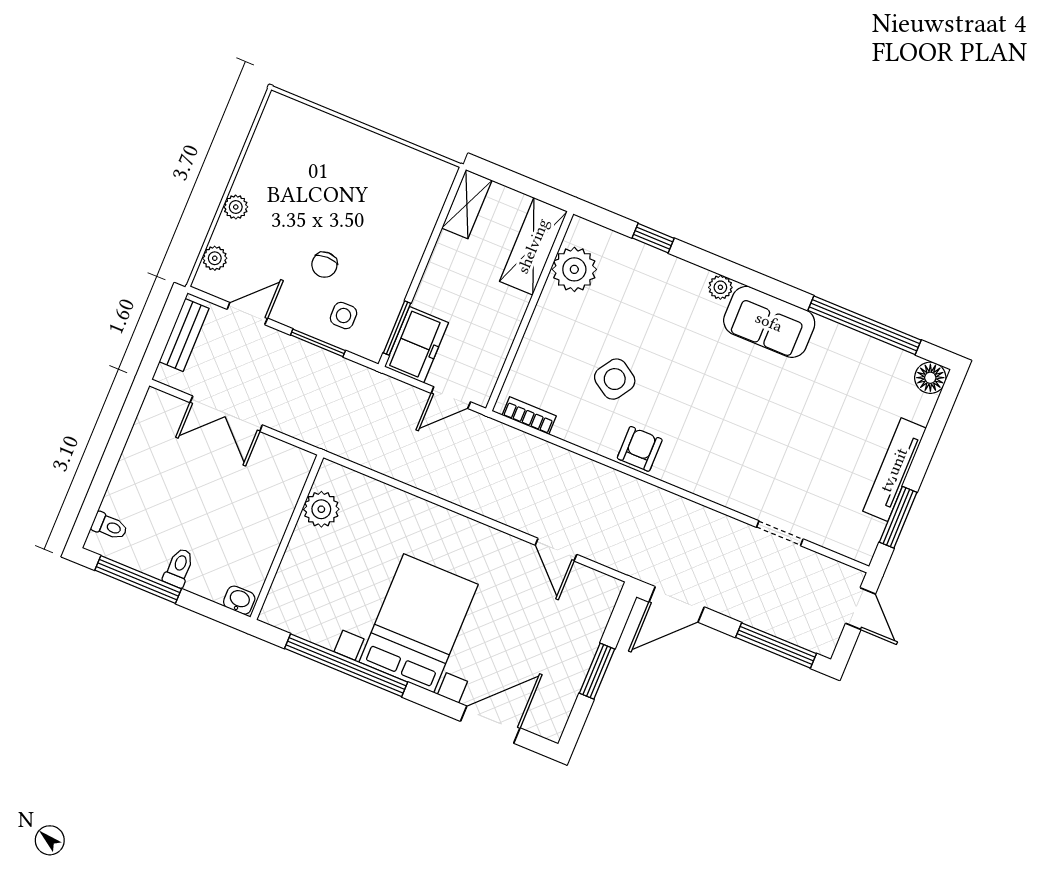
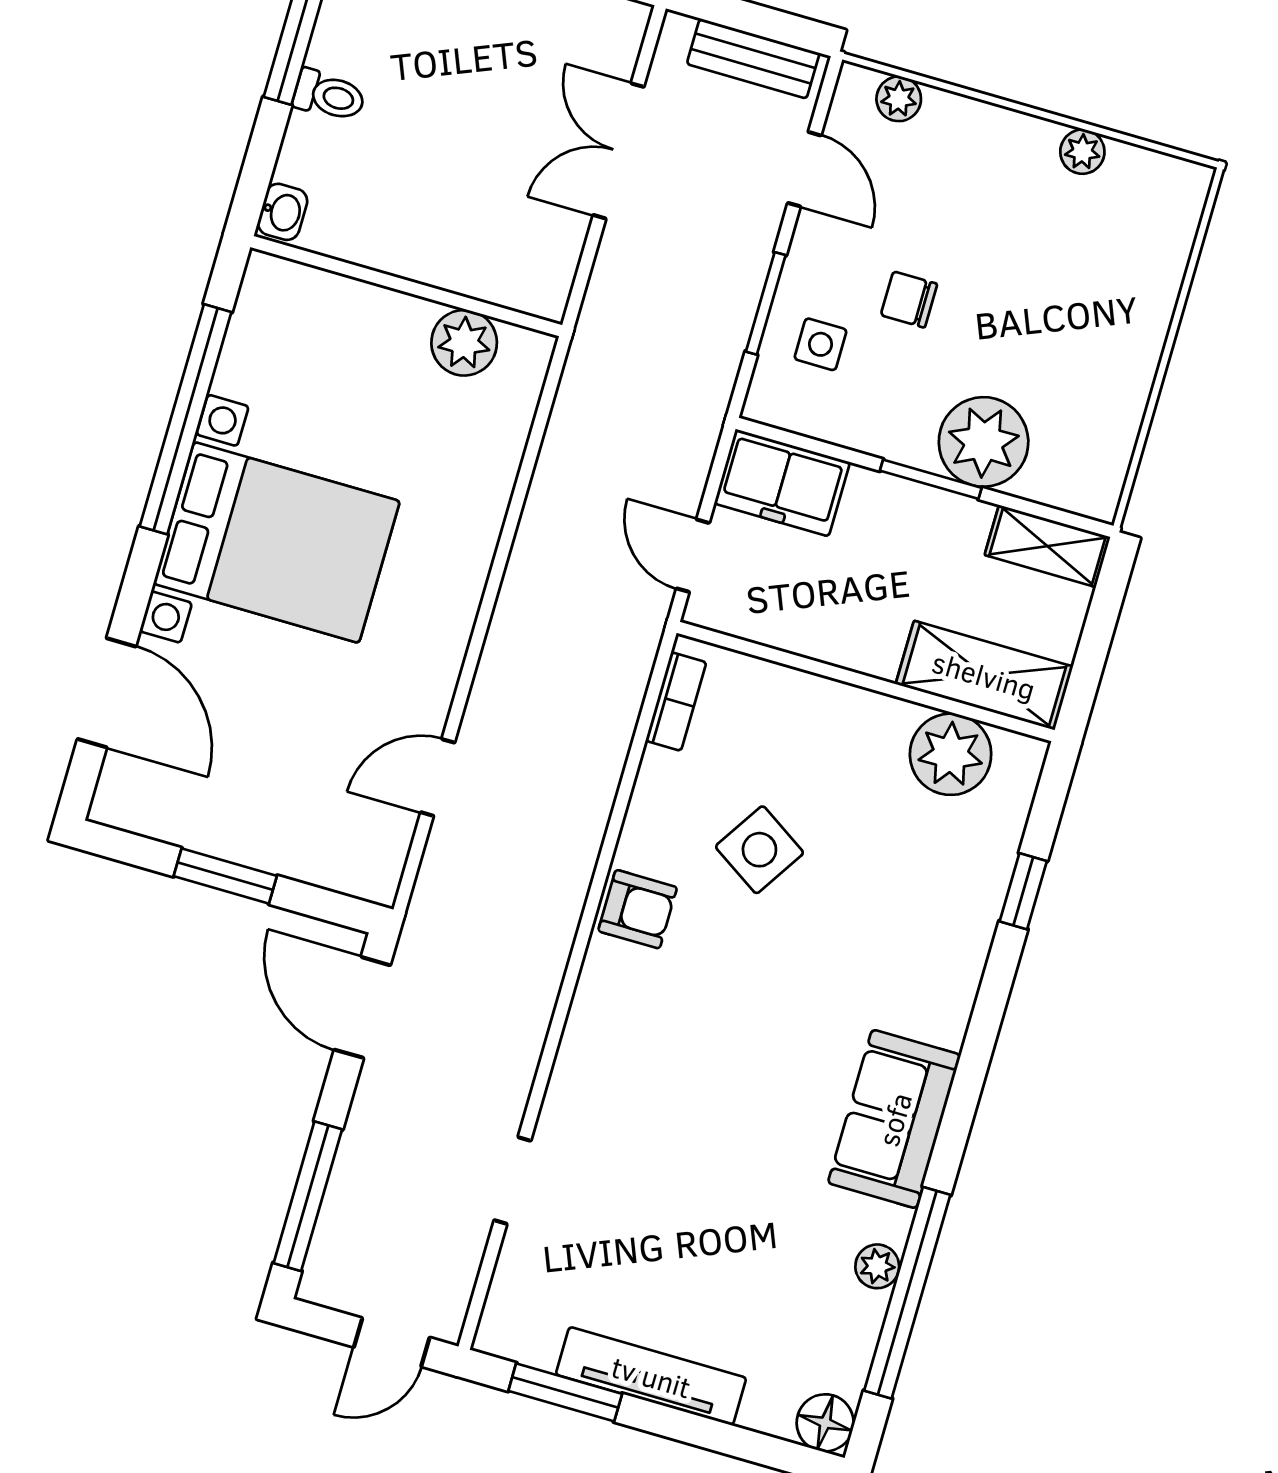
plant: (236, 207) -> (1082, 152), moved
plant: (406, 233) -> (984, 442), added
plant: (720, 287) -> (877, 1266), moved
window: (397, 328) -> (931, 479), moved

